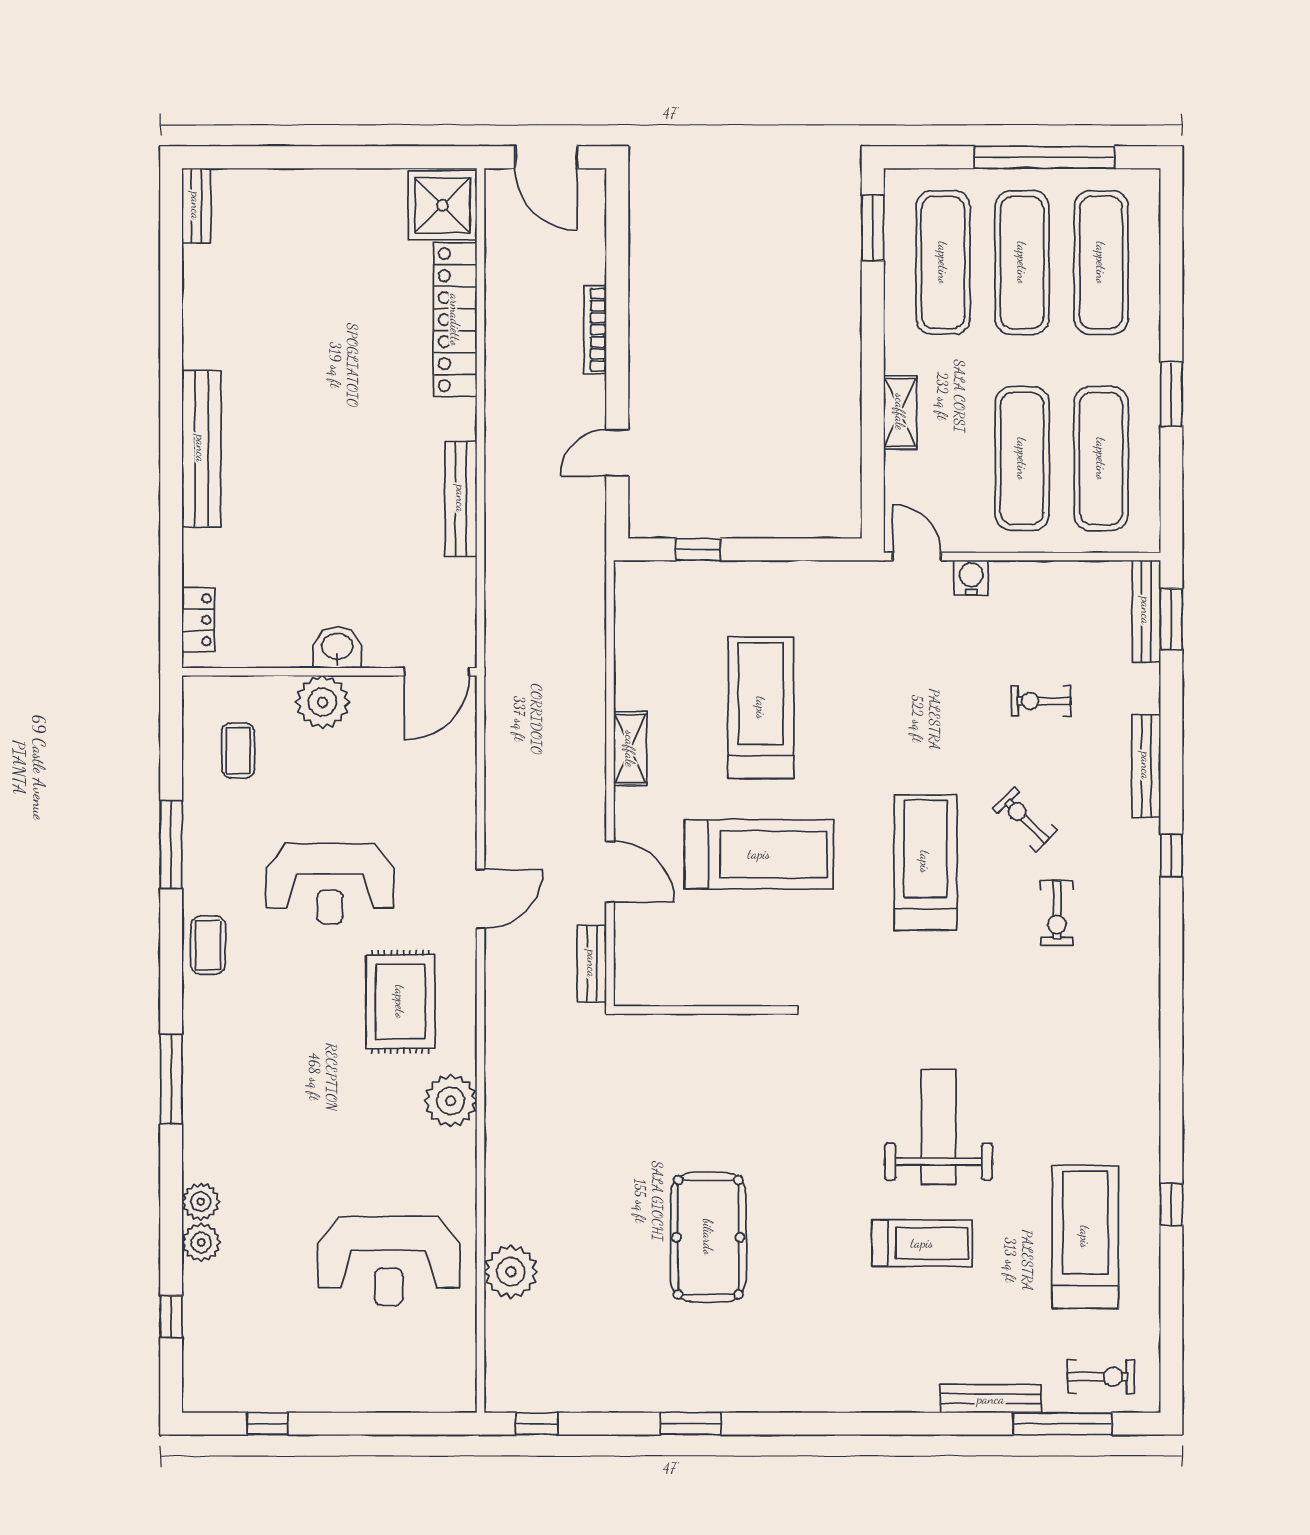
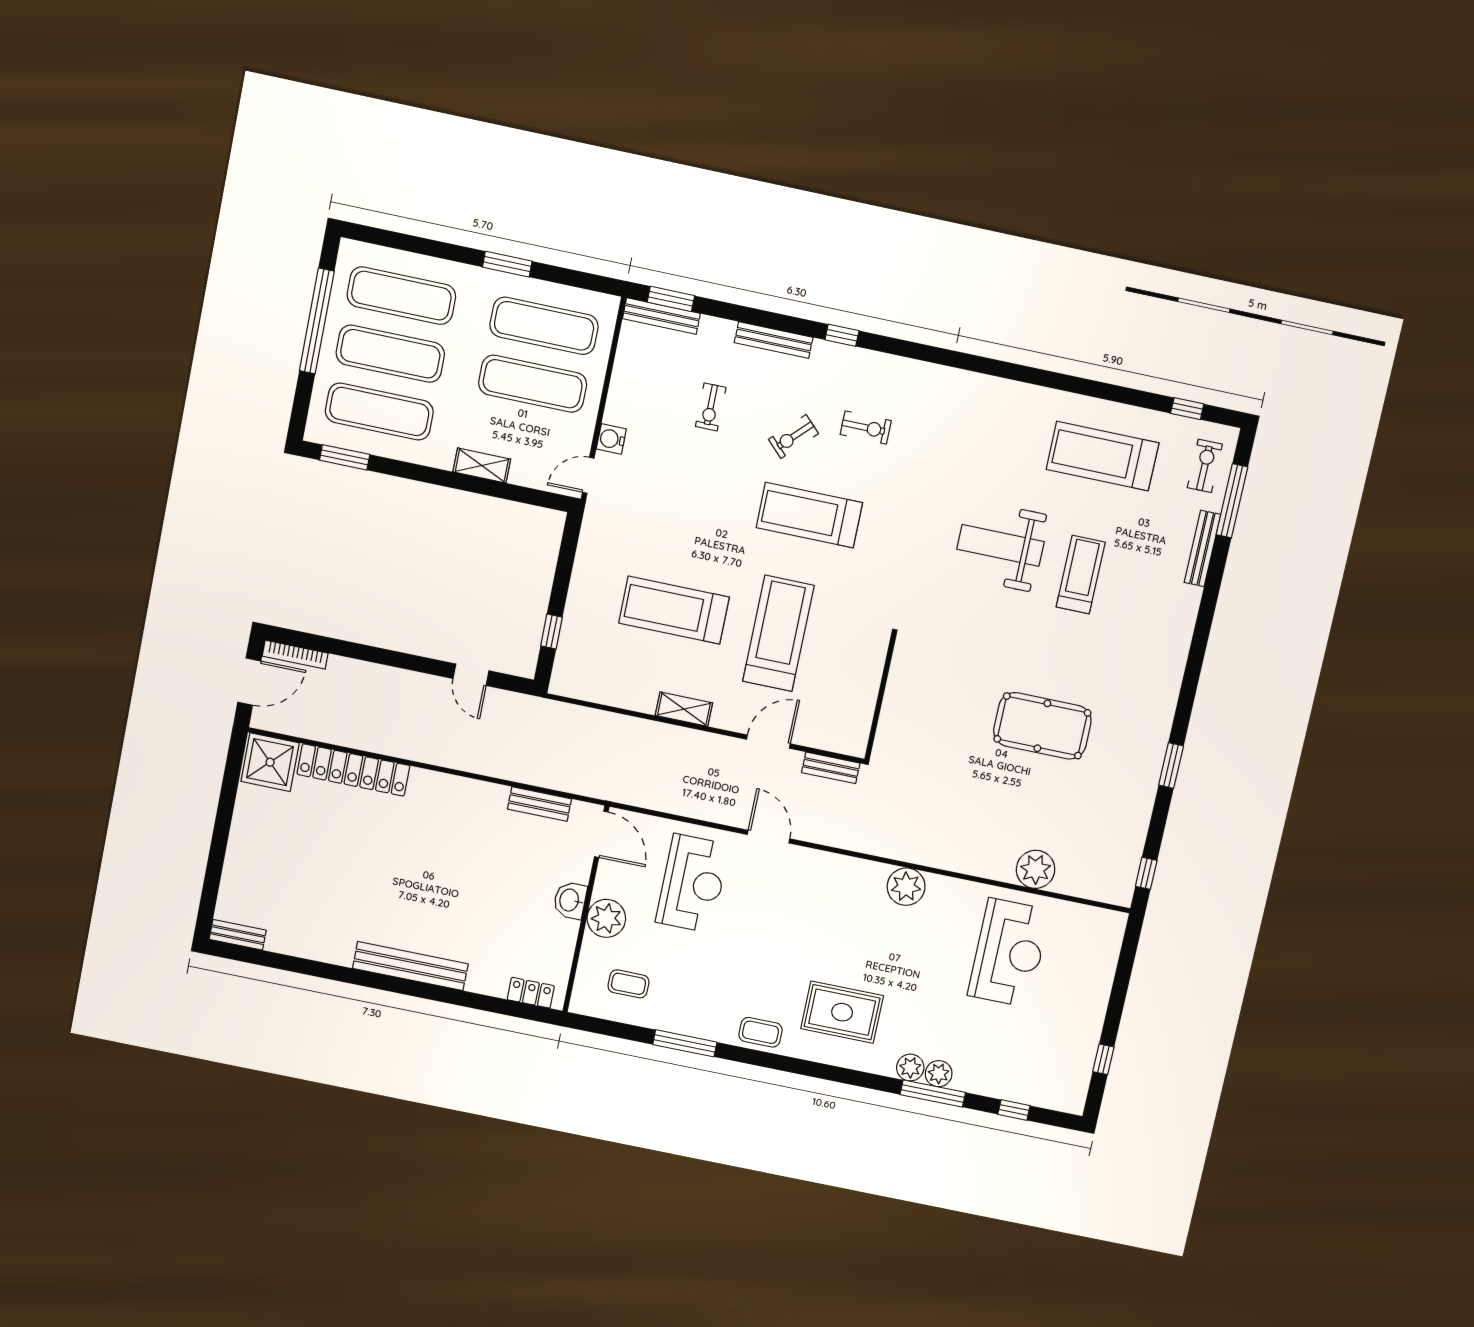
bookcase: (595, 330) -> (295, 655), moved
bench: (461, 499) -> (539, 804), moved, width x0.73
reception desk: (330, 884) -> (693, 883), moved
rug: (400, 1002) -> (842, 1012), moved
window: (171, 1079) -> (933, 1094), moved
window: (1171, 1205) -> (1187, 409), moved
plant: (201, 1242) -> (910, 1068), moved

